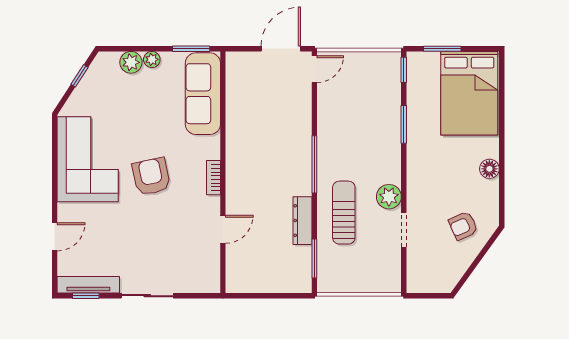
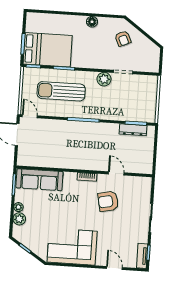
bed: (469, 93) -> (48, 50), moved
armchair: (151, 176) -> (108, 201), moved
sun lounger: (344, 213) -> (61, 91), moved, width x1.36, depth x1.34
dresser: (302, 221) -> (133, 130), moved
tv unit: (88, 285) -> (142, 256), width x0.71

